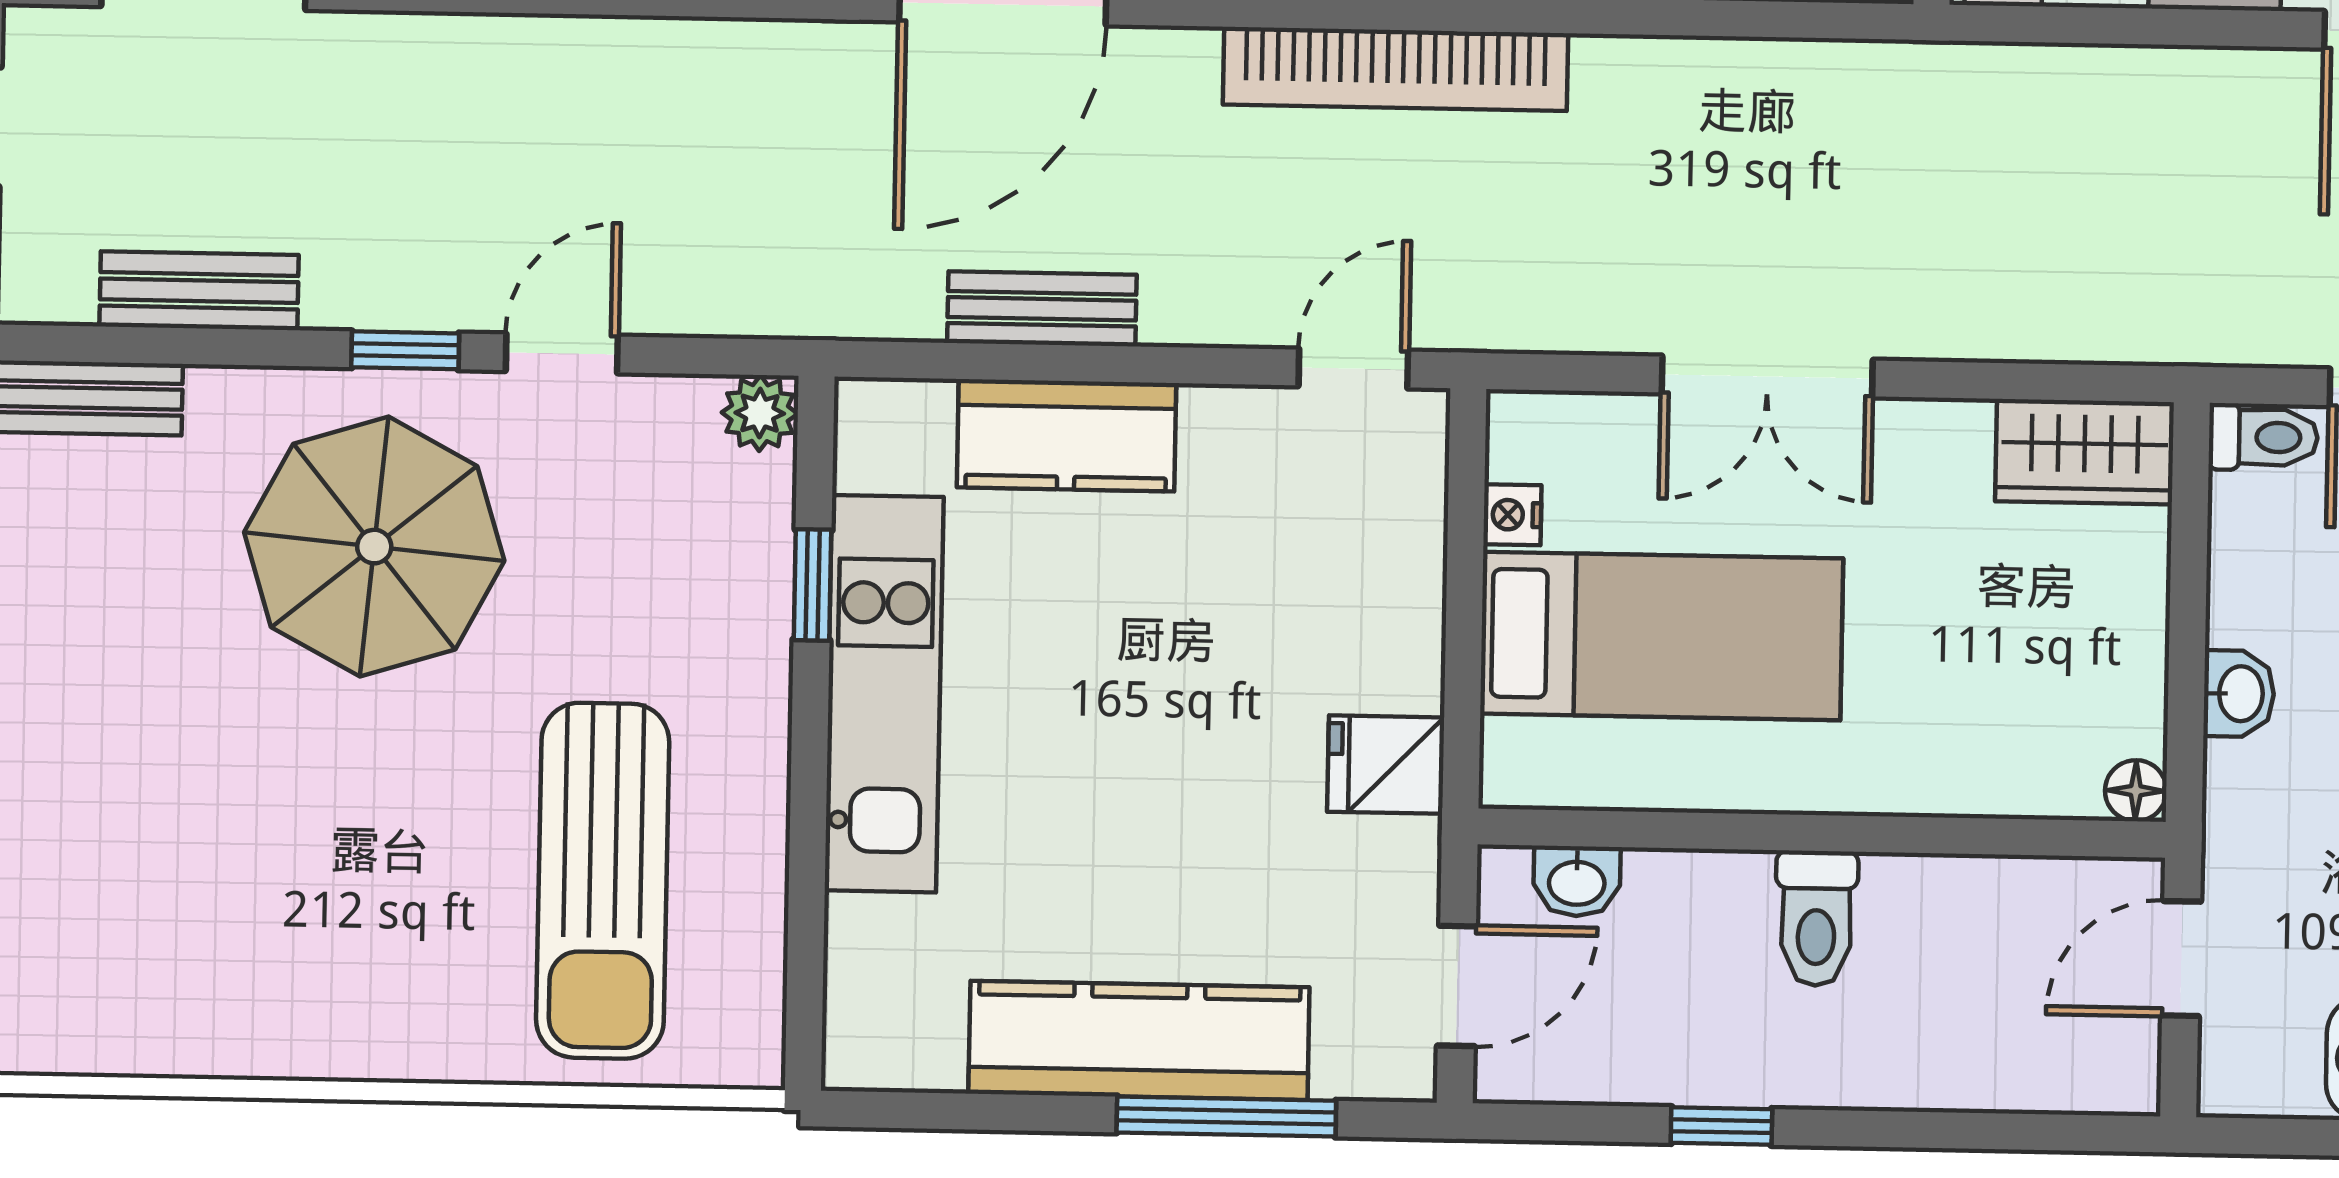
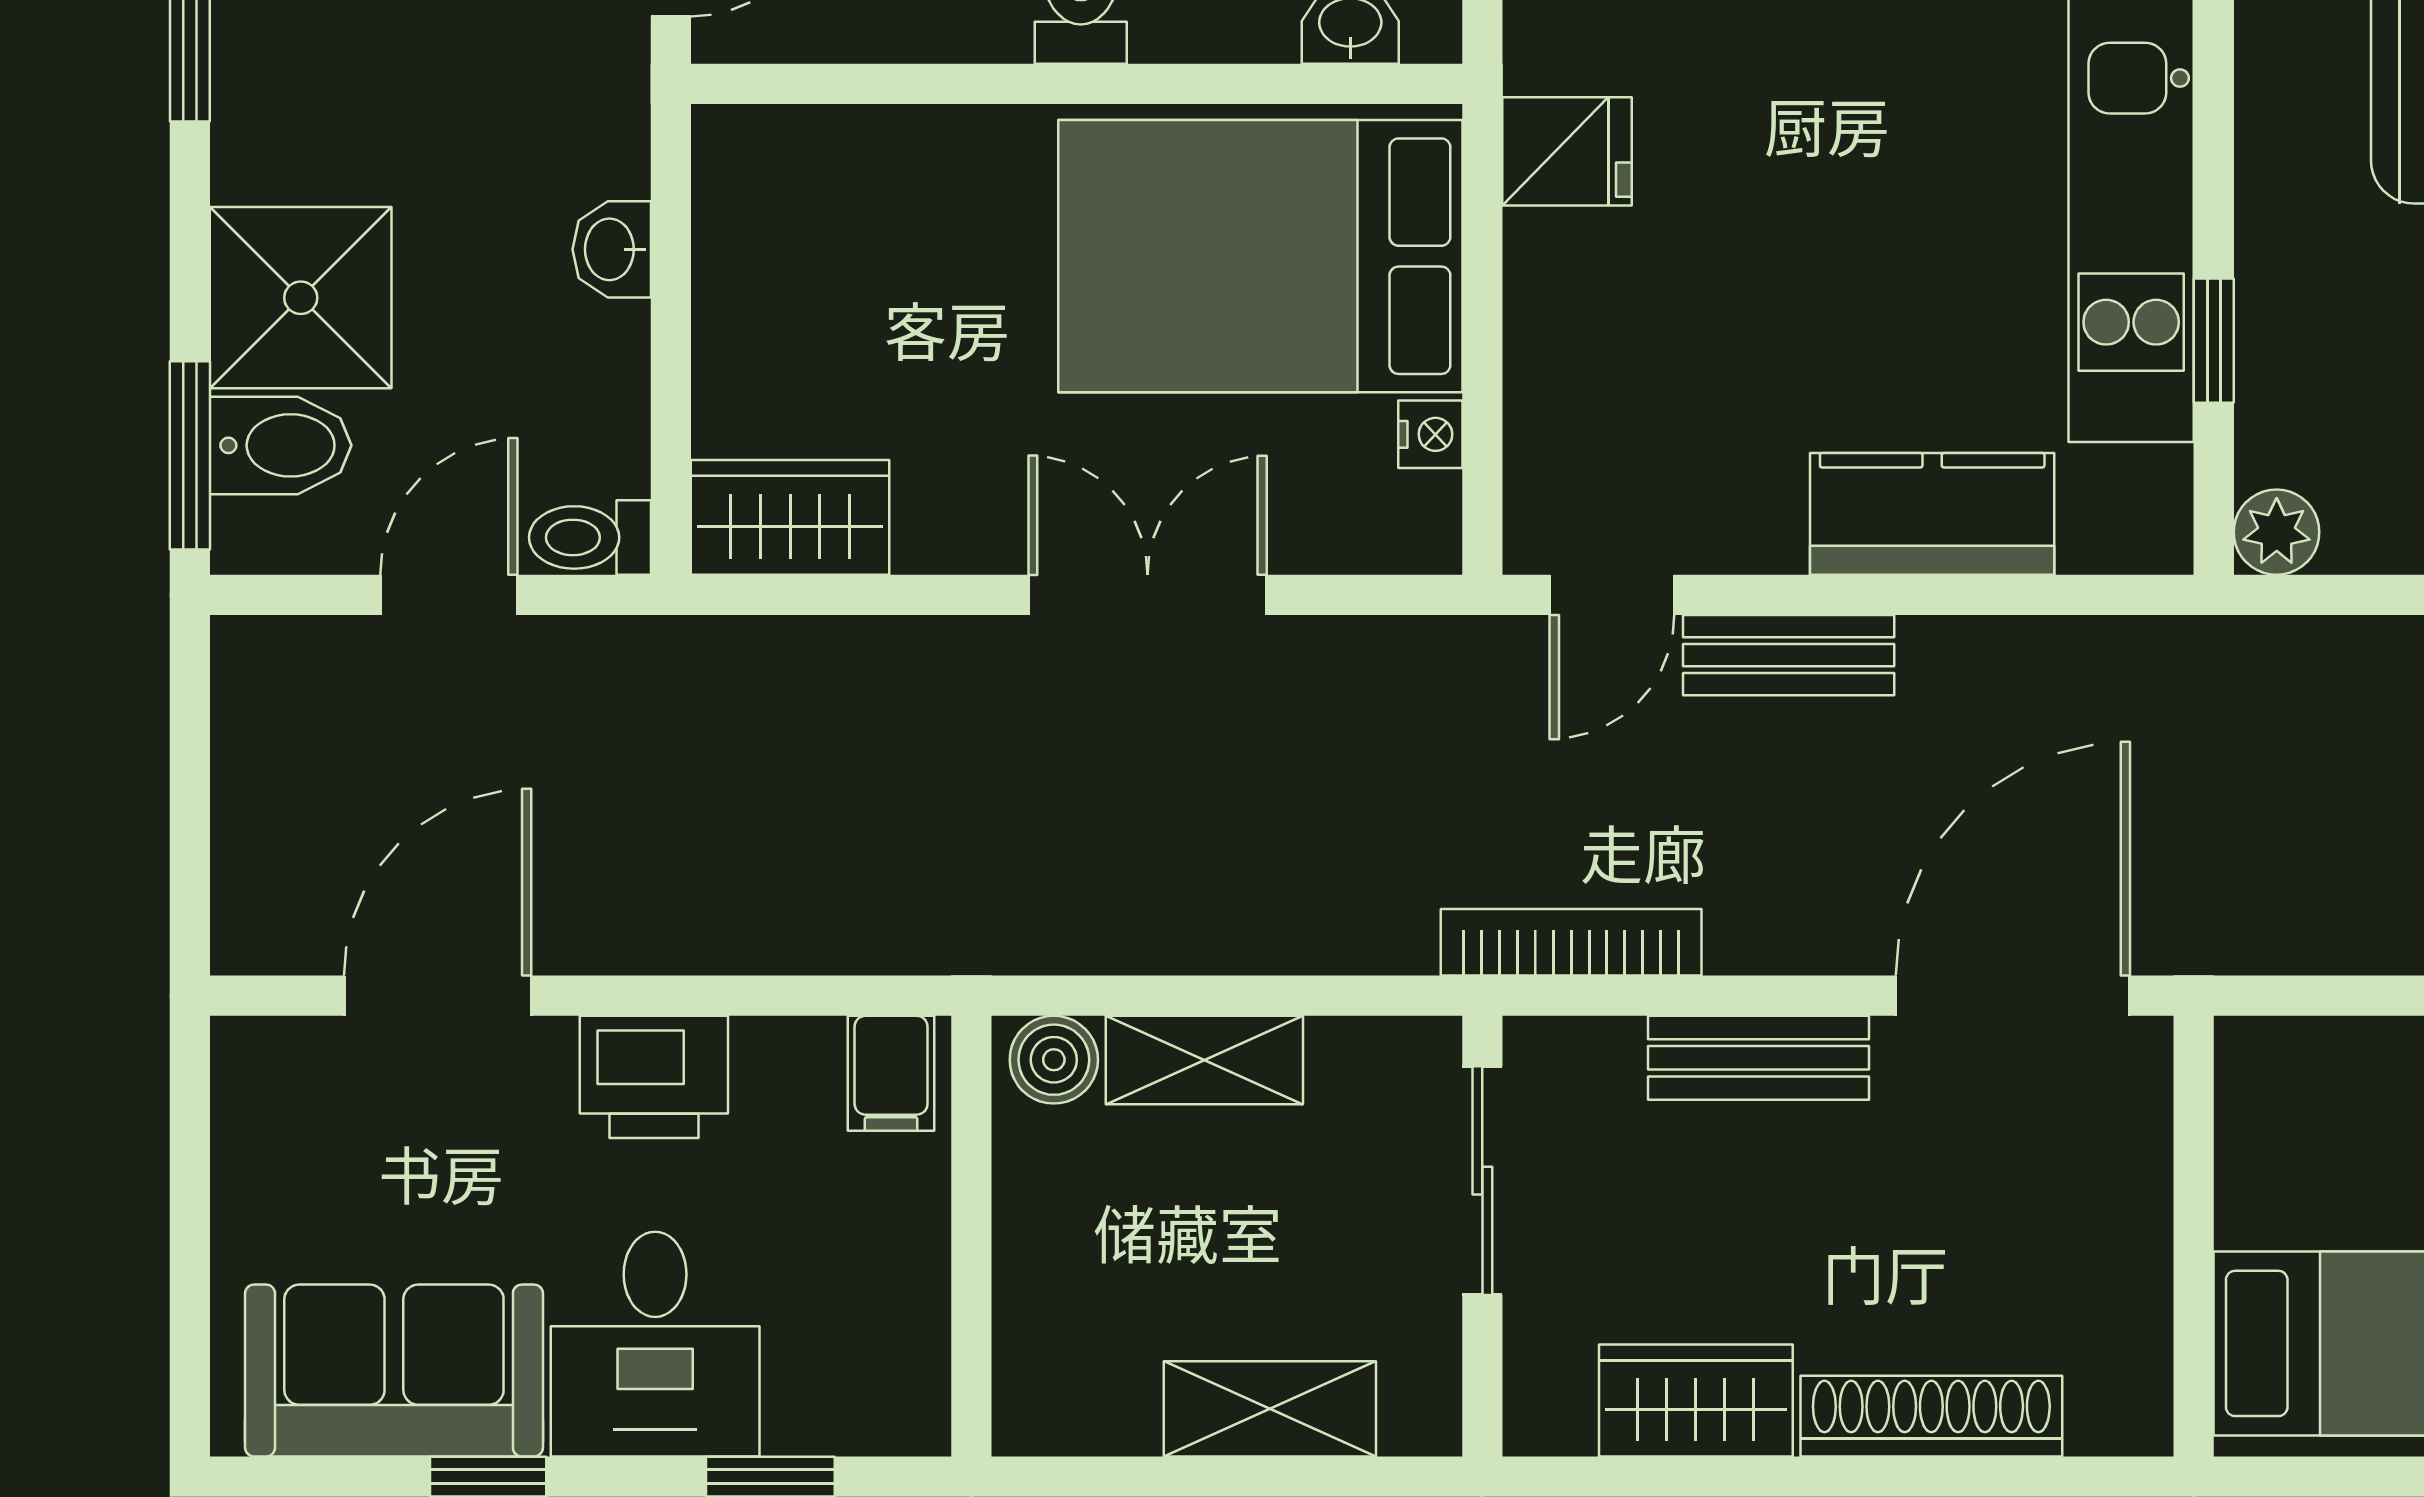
bookcase: (1395, 69) -> (1571, 942), width x0.68, depth x0.76
bench: (1042, 309) -> (1789, 655), moved
bed: (1662, 636) -> (1260, 256), width x1.50
floor lamp: (2136, 791) -> (725, 138), removed

